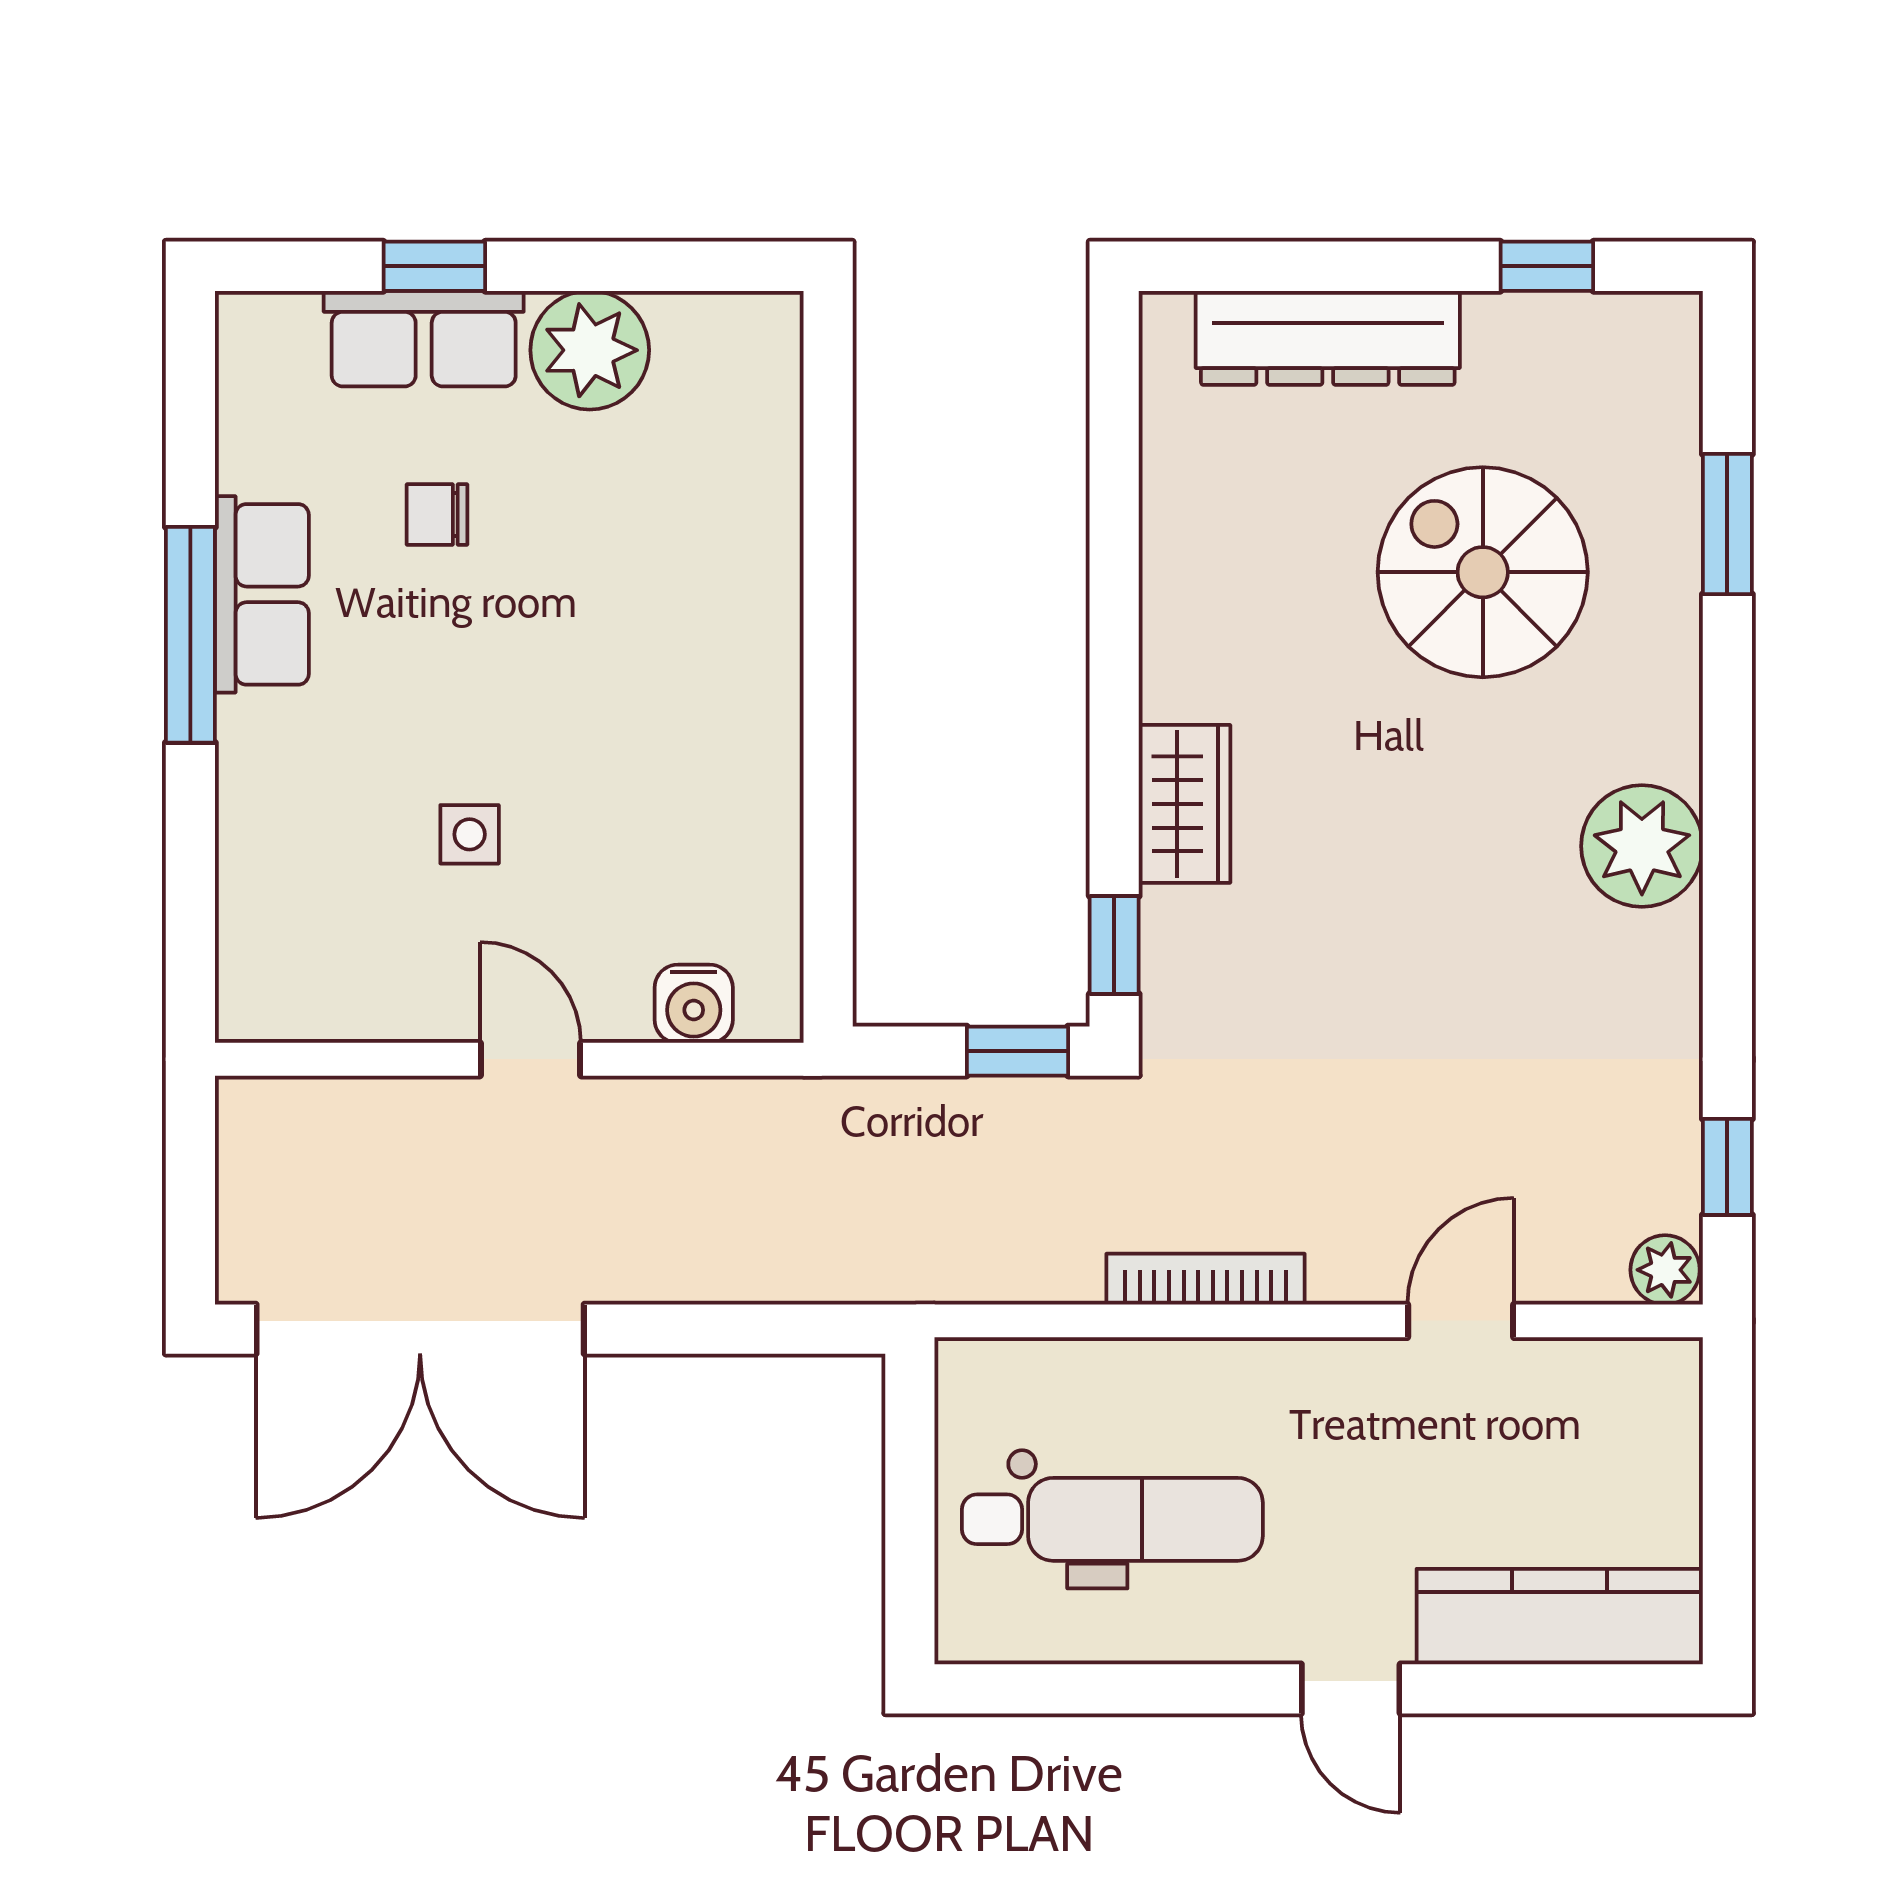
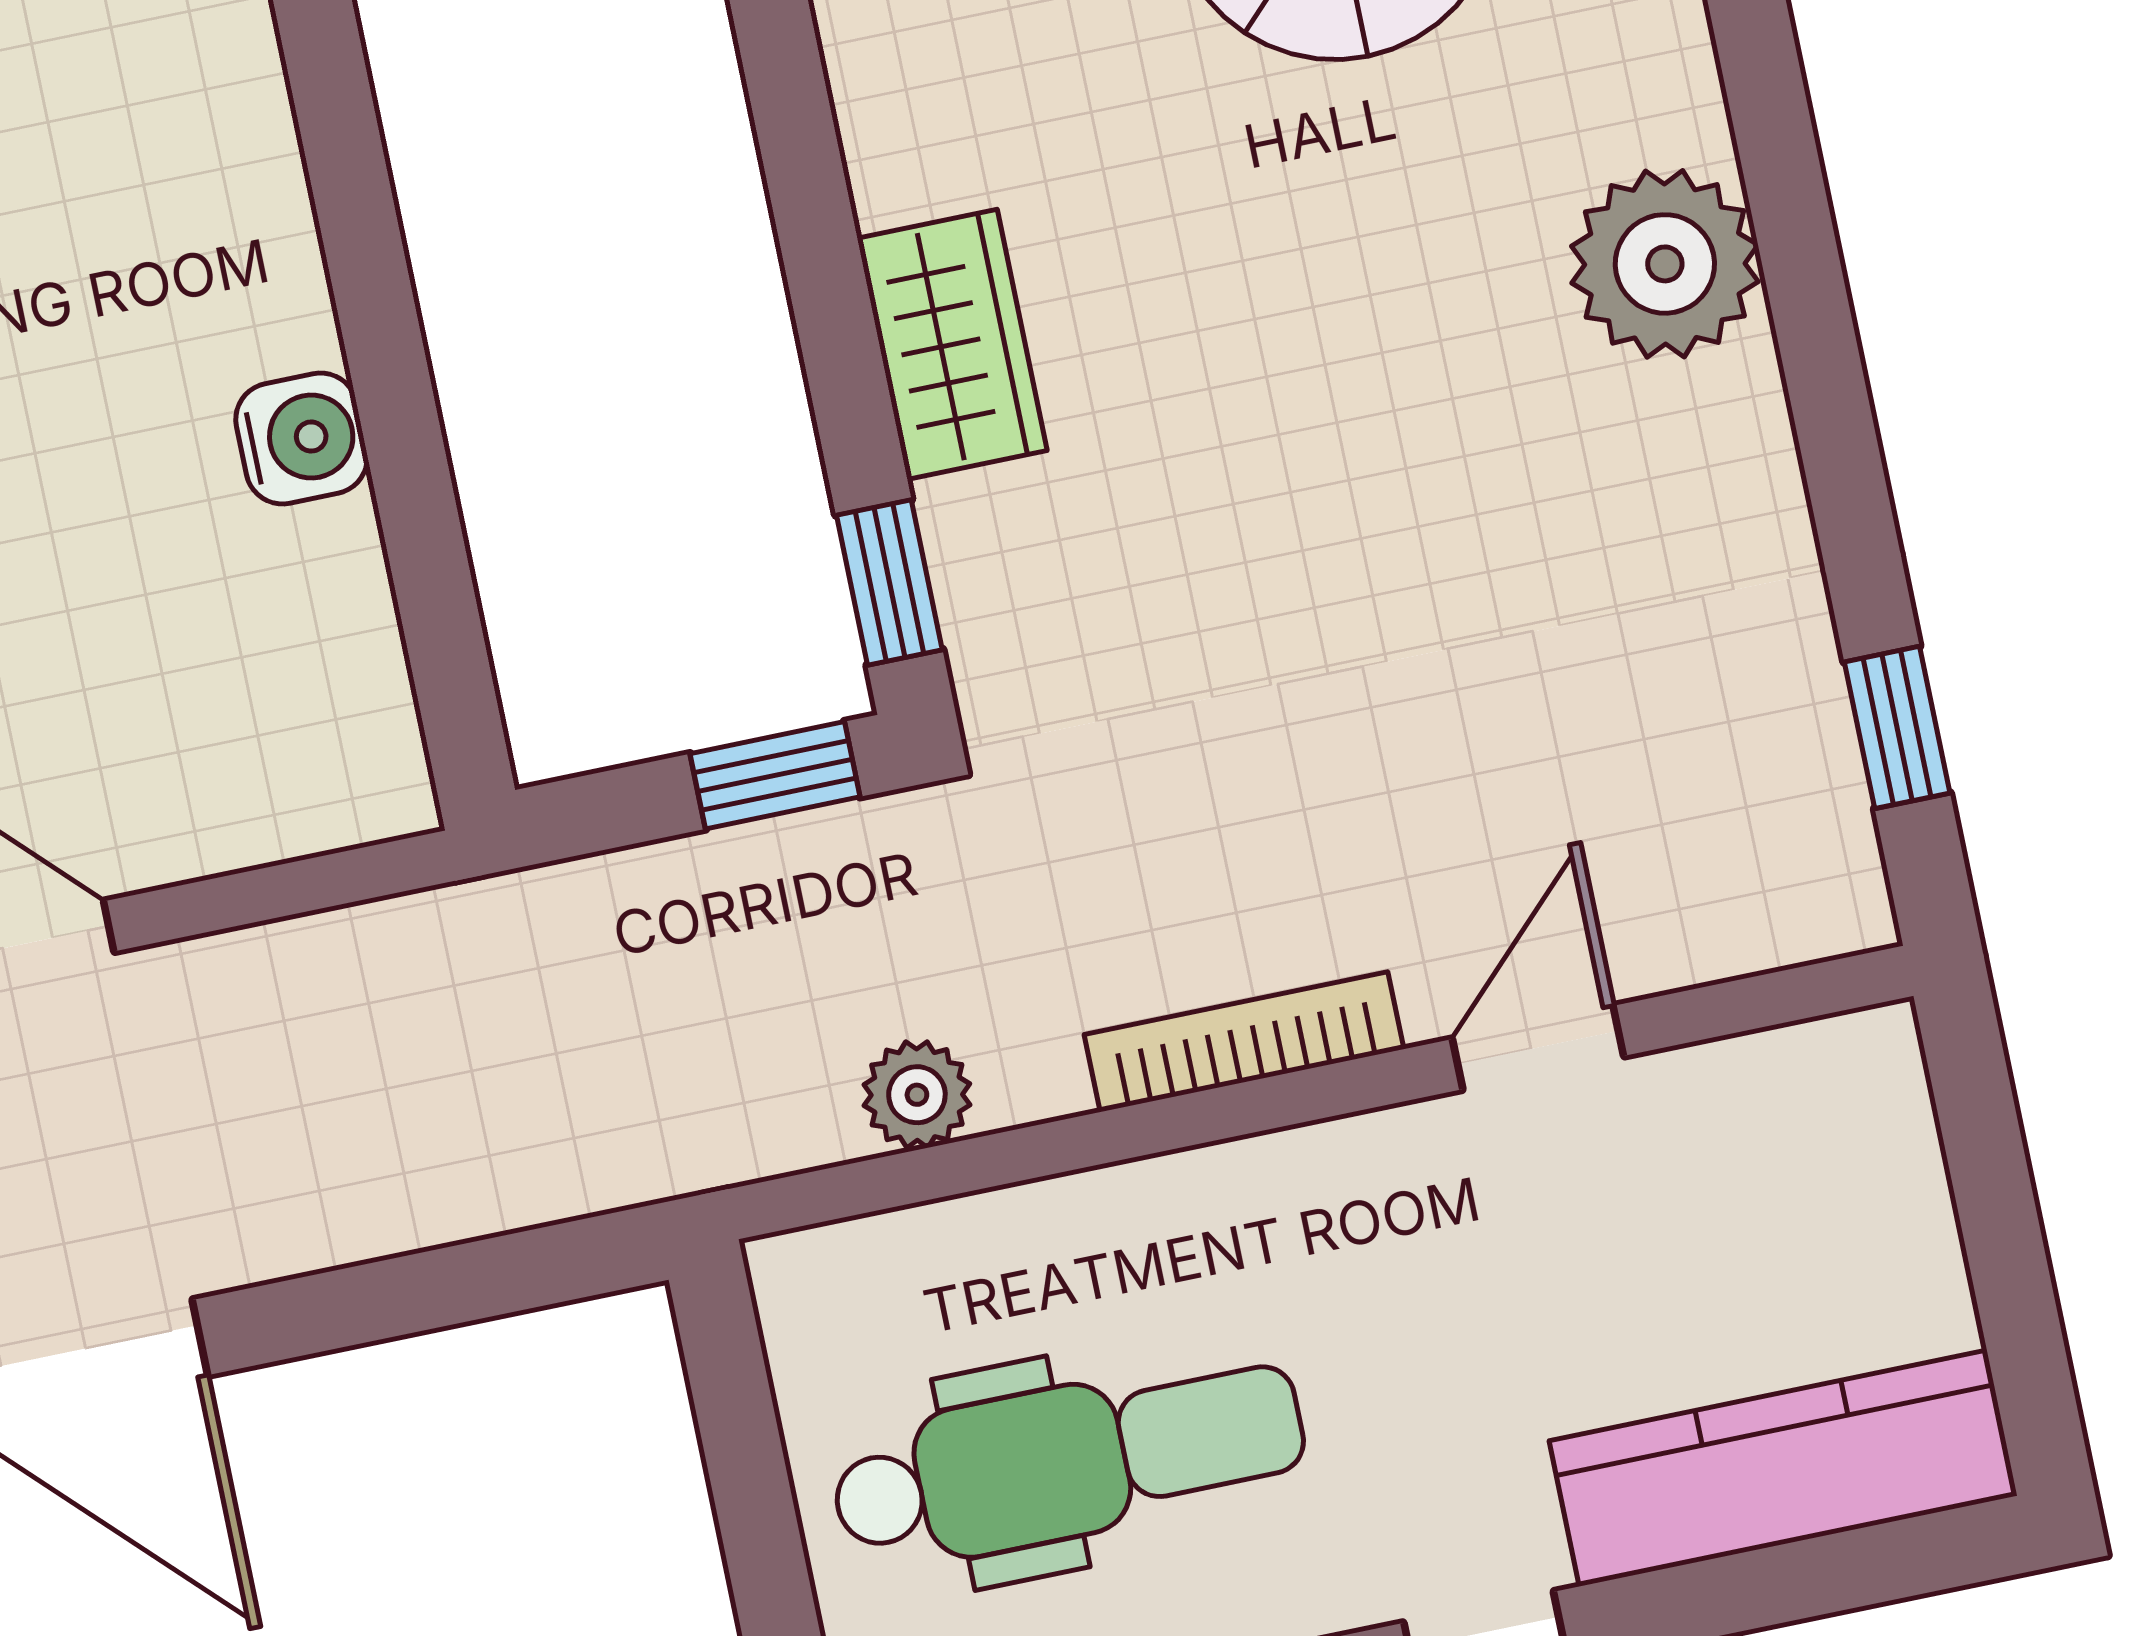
water cooler: (694, 1004) -> (302, 439), moved, turned -90
plant: (1665, 1270) -> (917, 1095), moved
bookcase: (1205, 1279) -> (1244, 1042), moved

